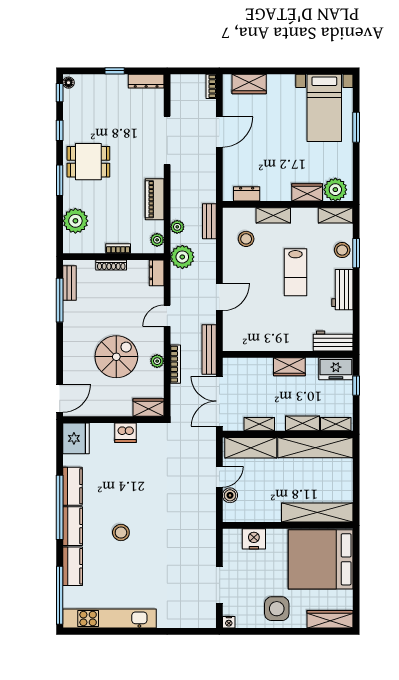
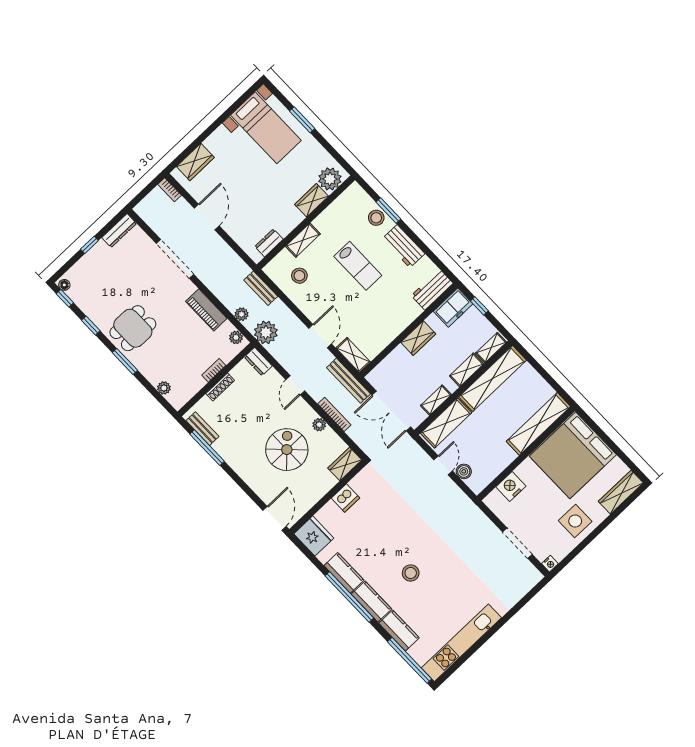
shelving: (336, 215) -> (353, 355), moved, turned 90
plant: (75, 221) -> (164, 388), width x0.53, depth x0.53

